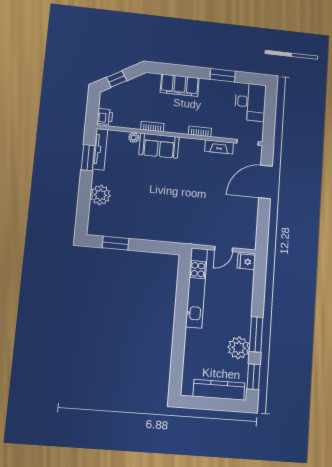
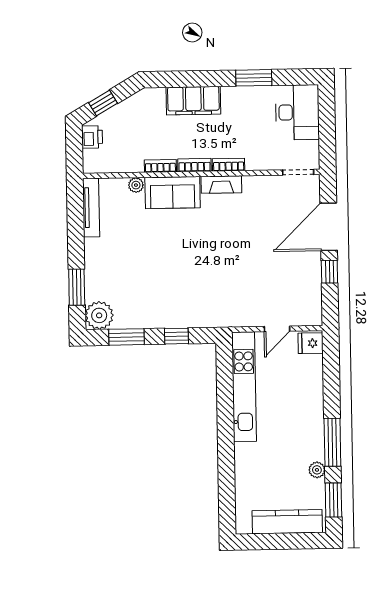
printer: (105, 116) -> (92, 137), moved
bookcase: (176, 129) -> (194, 165), added
fireplace: (219, 147) -> (221, 185), moved
window: (88, 158) -> (77, 287), moved
plant: (100, 195) -> (99, 315), moved
window: (264, 213) -> (329, 272), added
window: (152, 246) -> (176, 336), added
plant: (239, 348) -> (317, 470), width x0.53, depth x0.53

